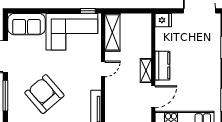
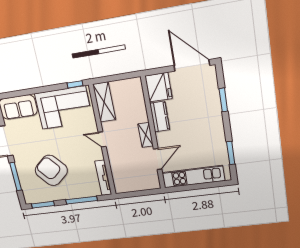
fridge: (163, 20) -> (158, 87), width x1.88, depth x1.34
kitchen counter: (162, 66) -> (160, 117), moved
door: (103, 69) -> (102, 139), swing flipped

